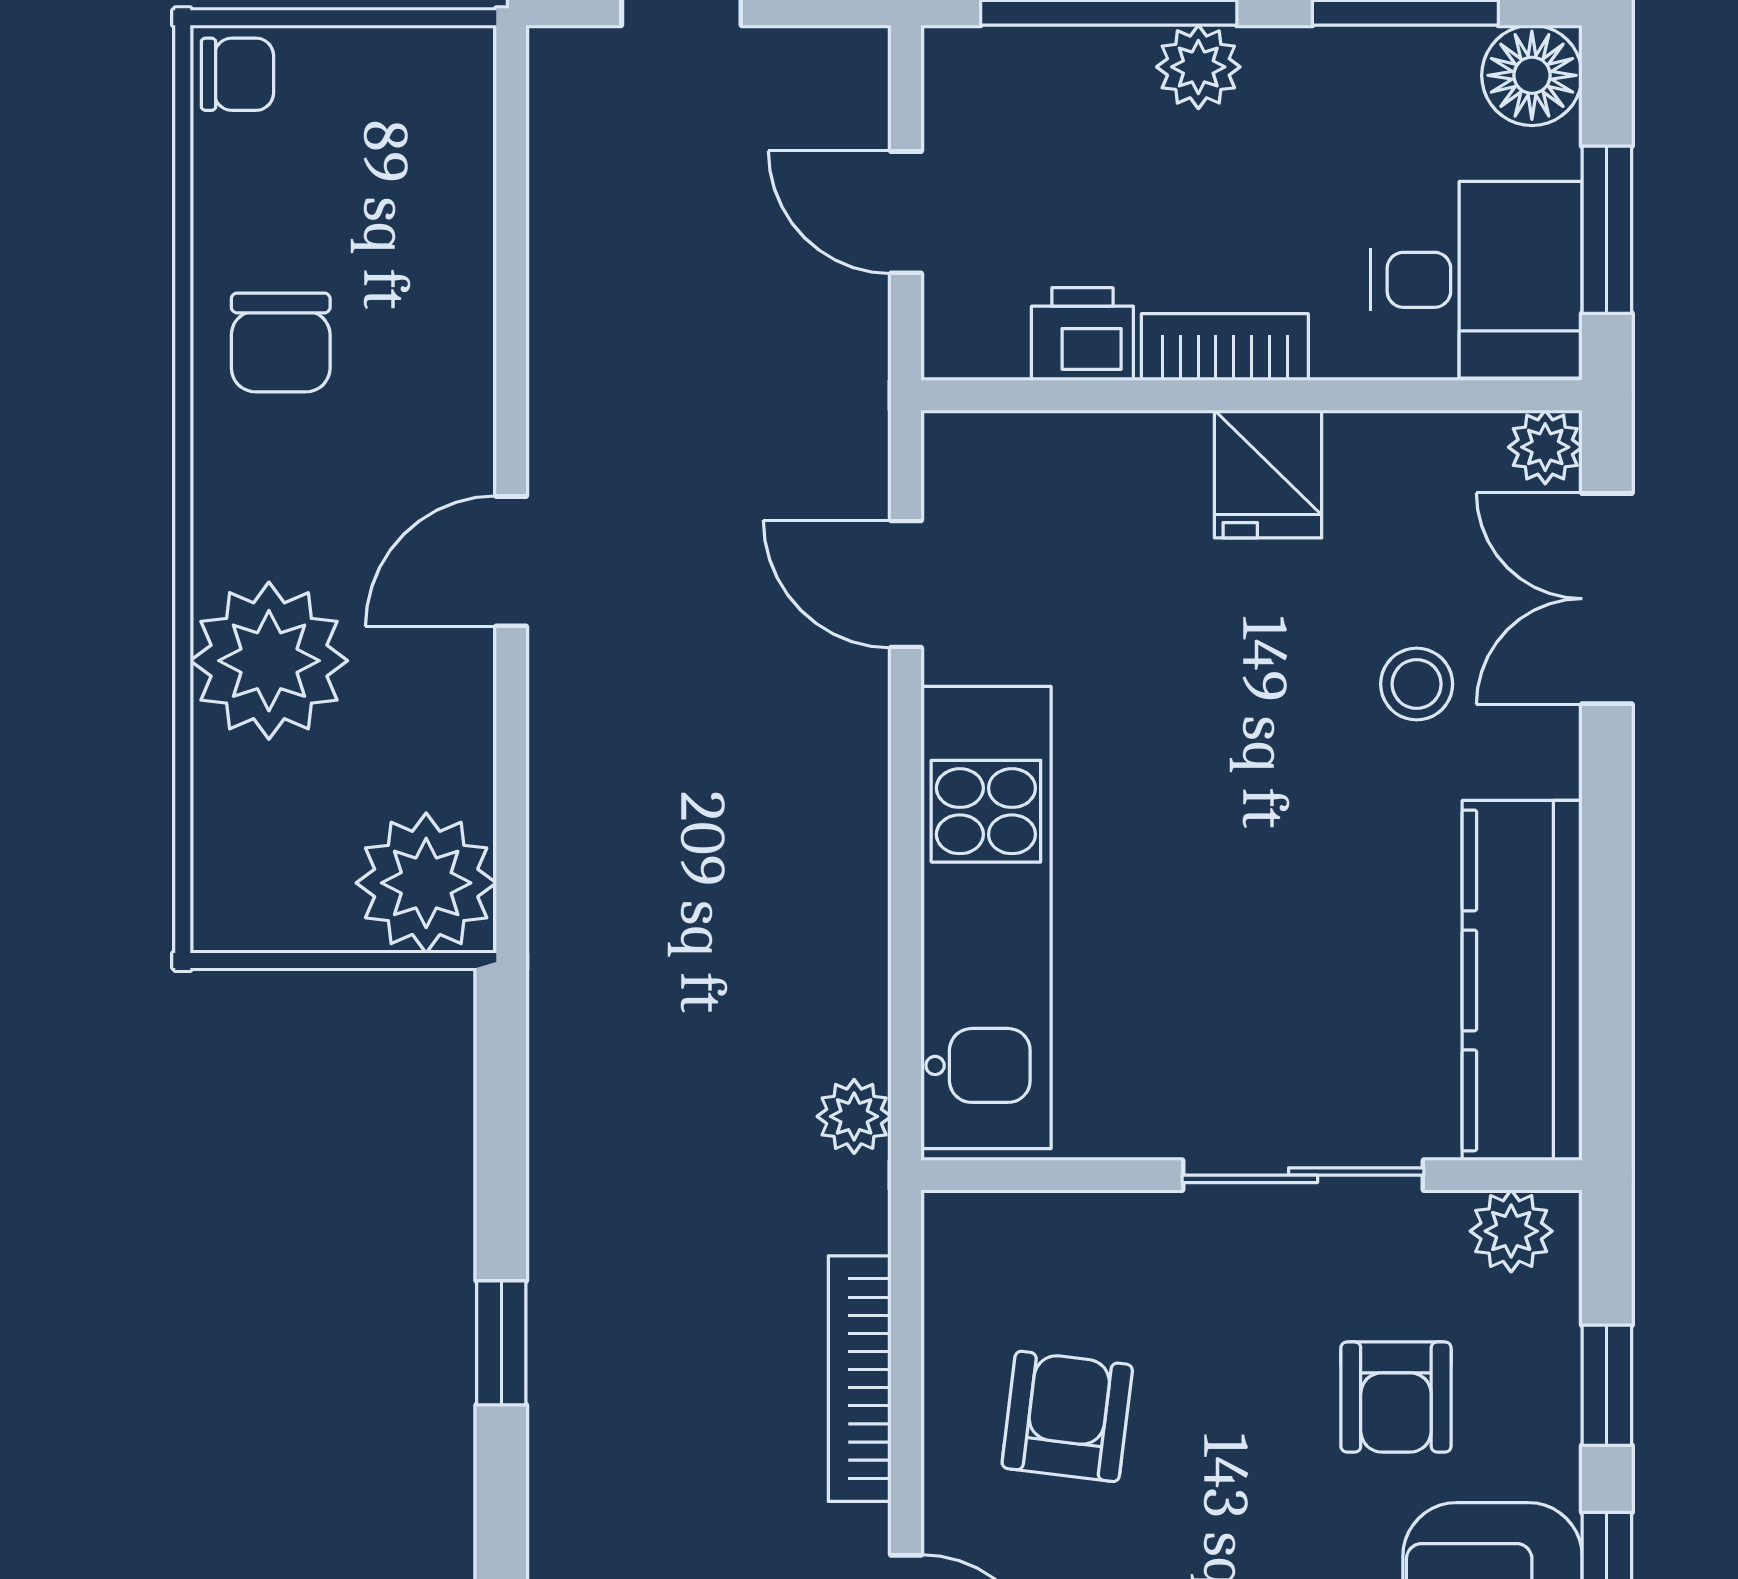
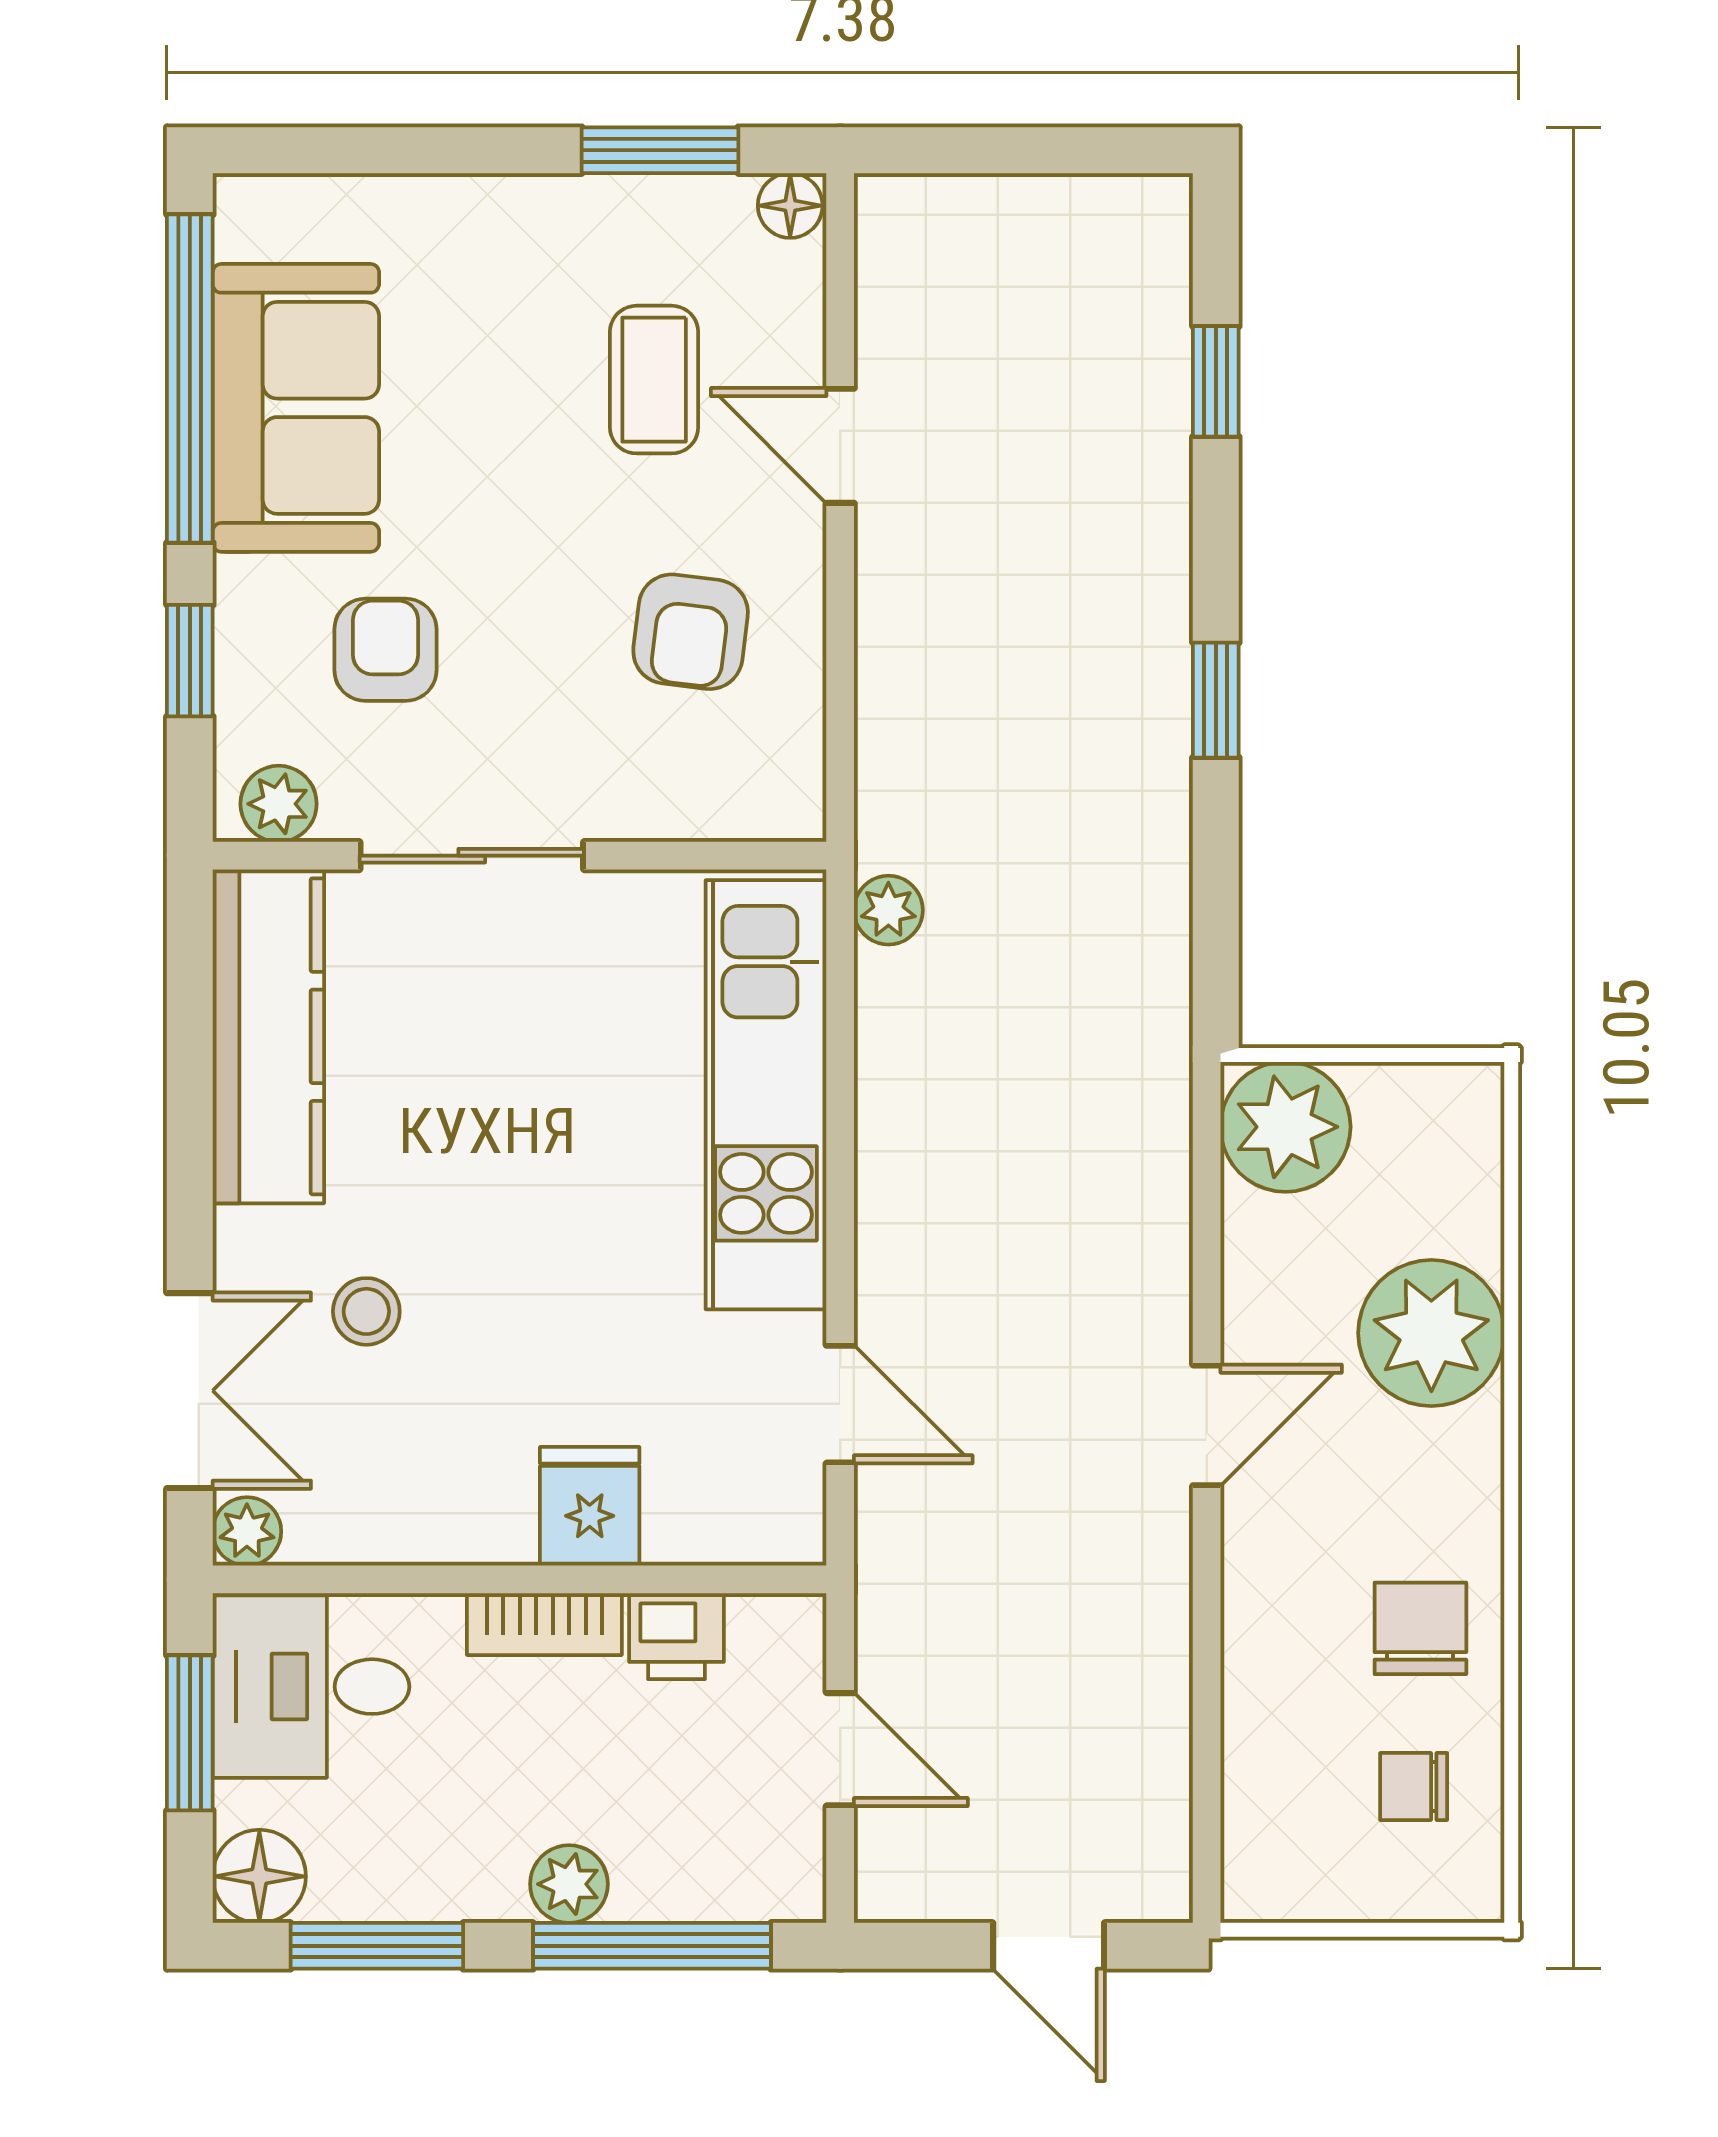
chair: (237, 74) -> (1414, 1787), moved
fridge: (1268, 474) -> (590, 1506), moved
bookcase: (860, 1379) -> (883, 667), removed

